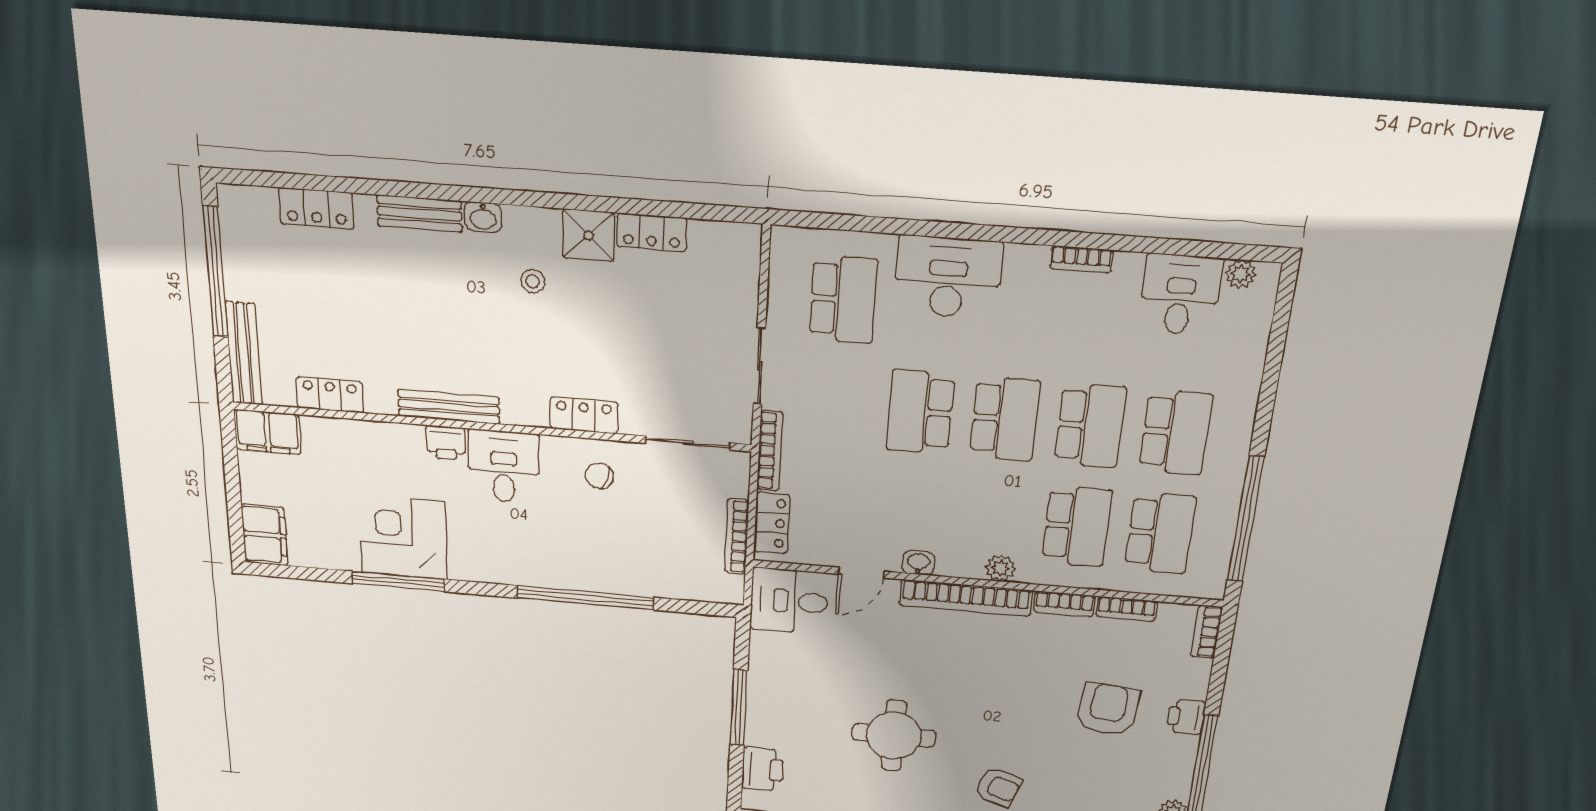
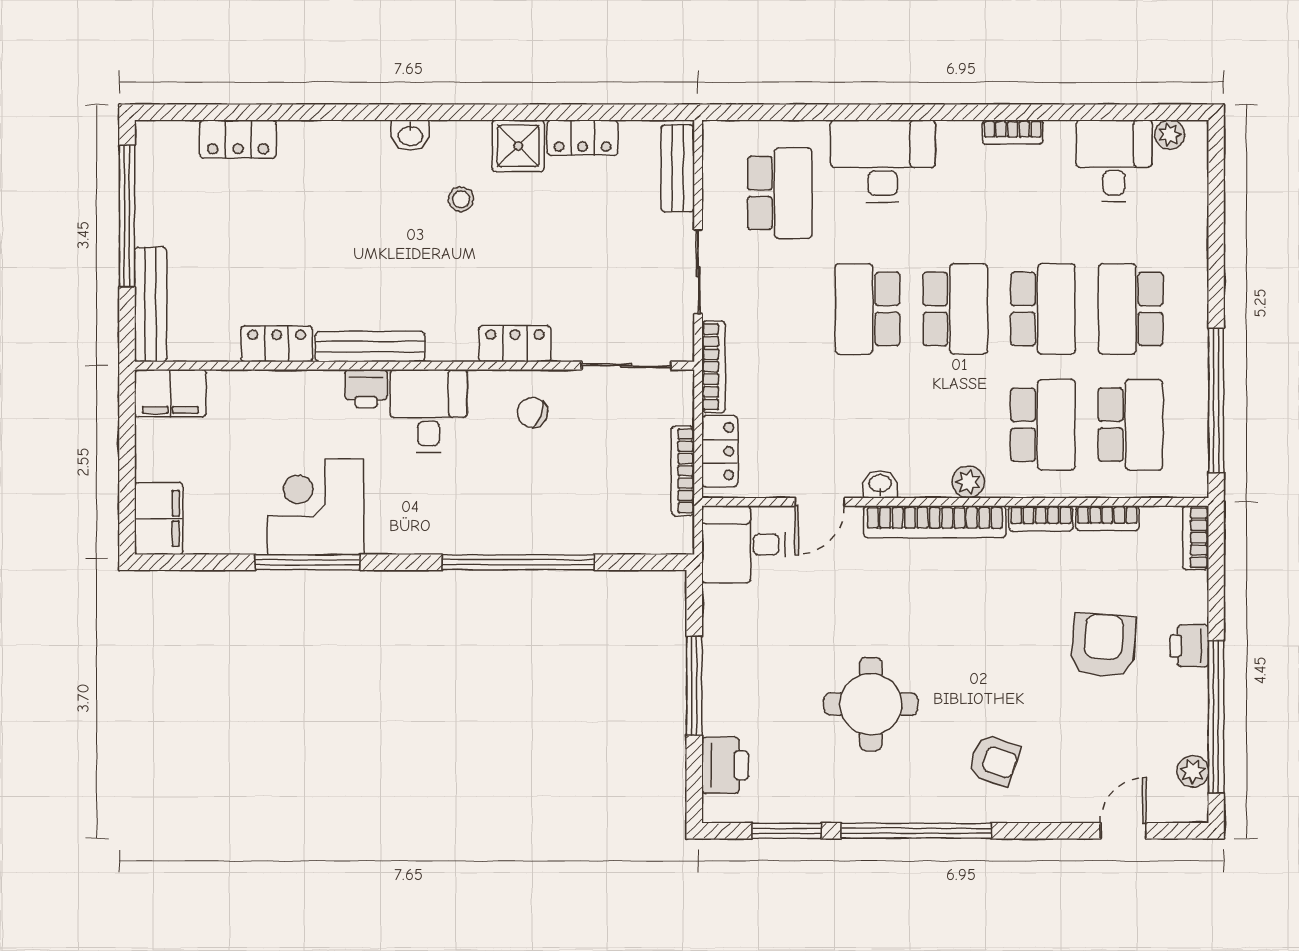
bench: (419, 214) -> (678, 168), moved, turned 90
locker: (330, 395) -> (277, 344), moved
school desk: (1176, 433) -> (1131, 309), turned 180

